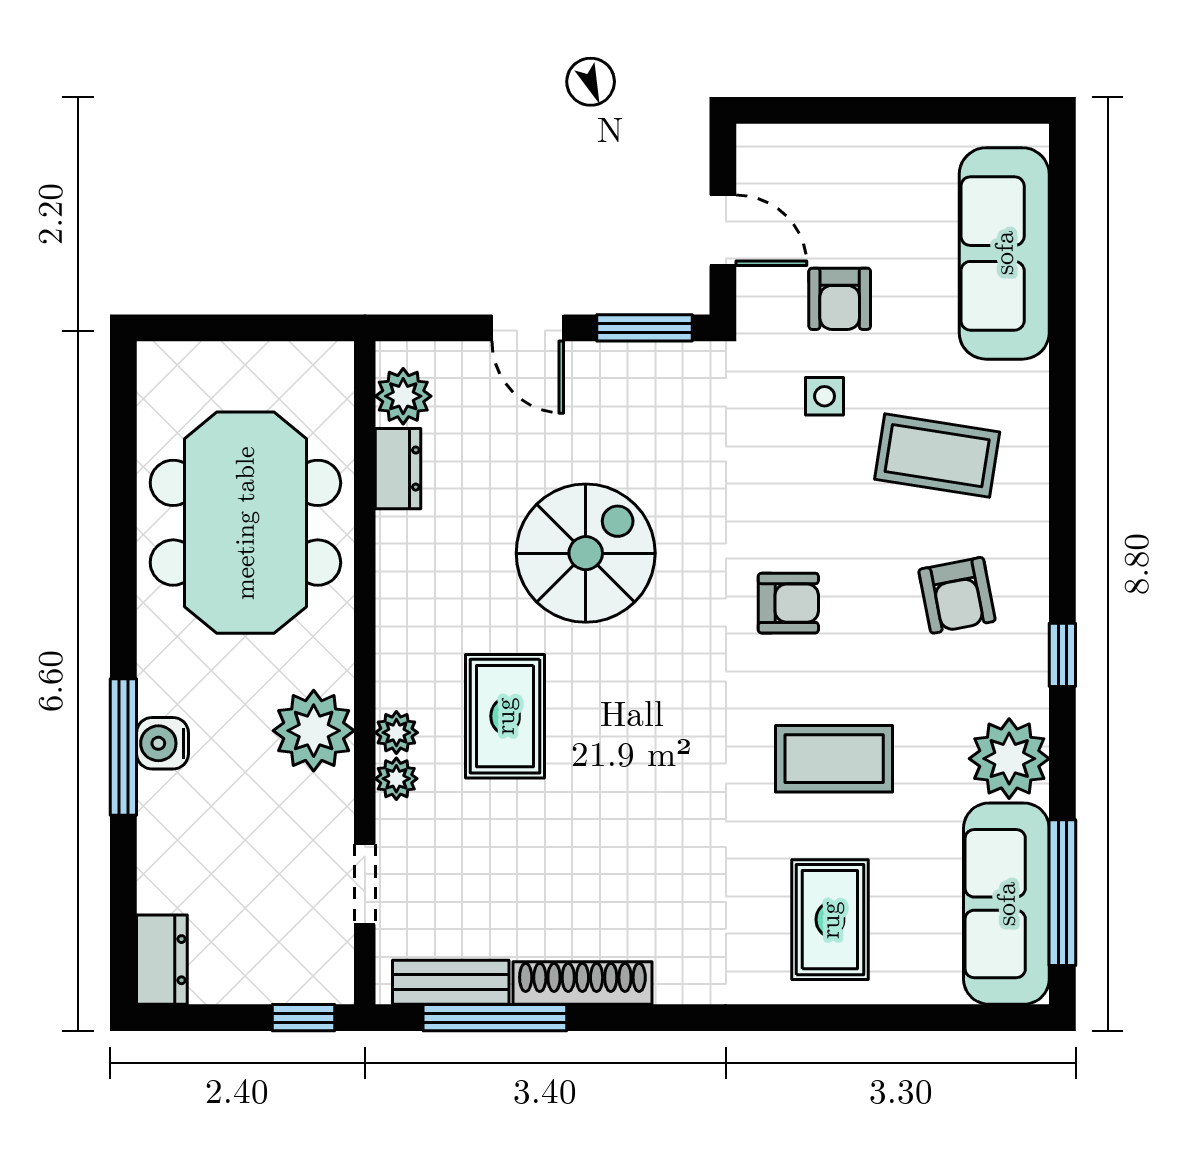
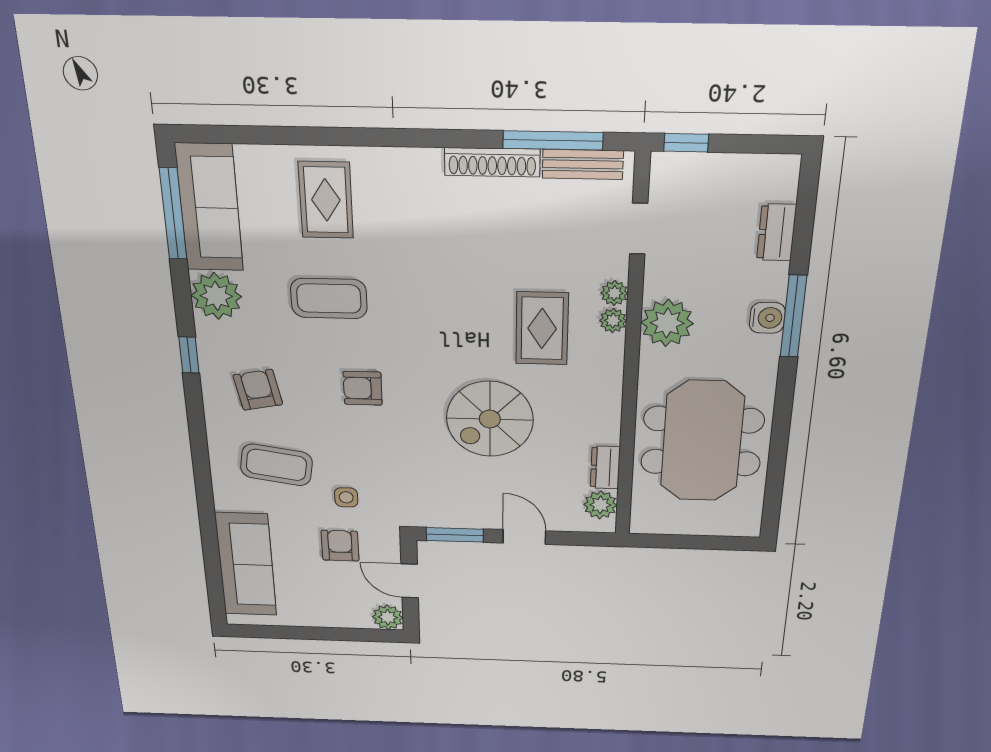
plant: (763, 151) -> (388, 617), added
dresser: (162, 960) -> (777, 232), moved

